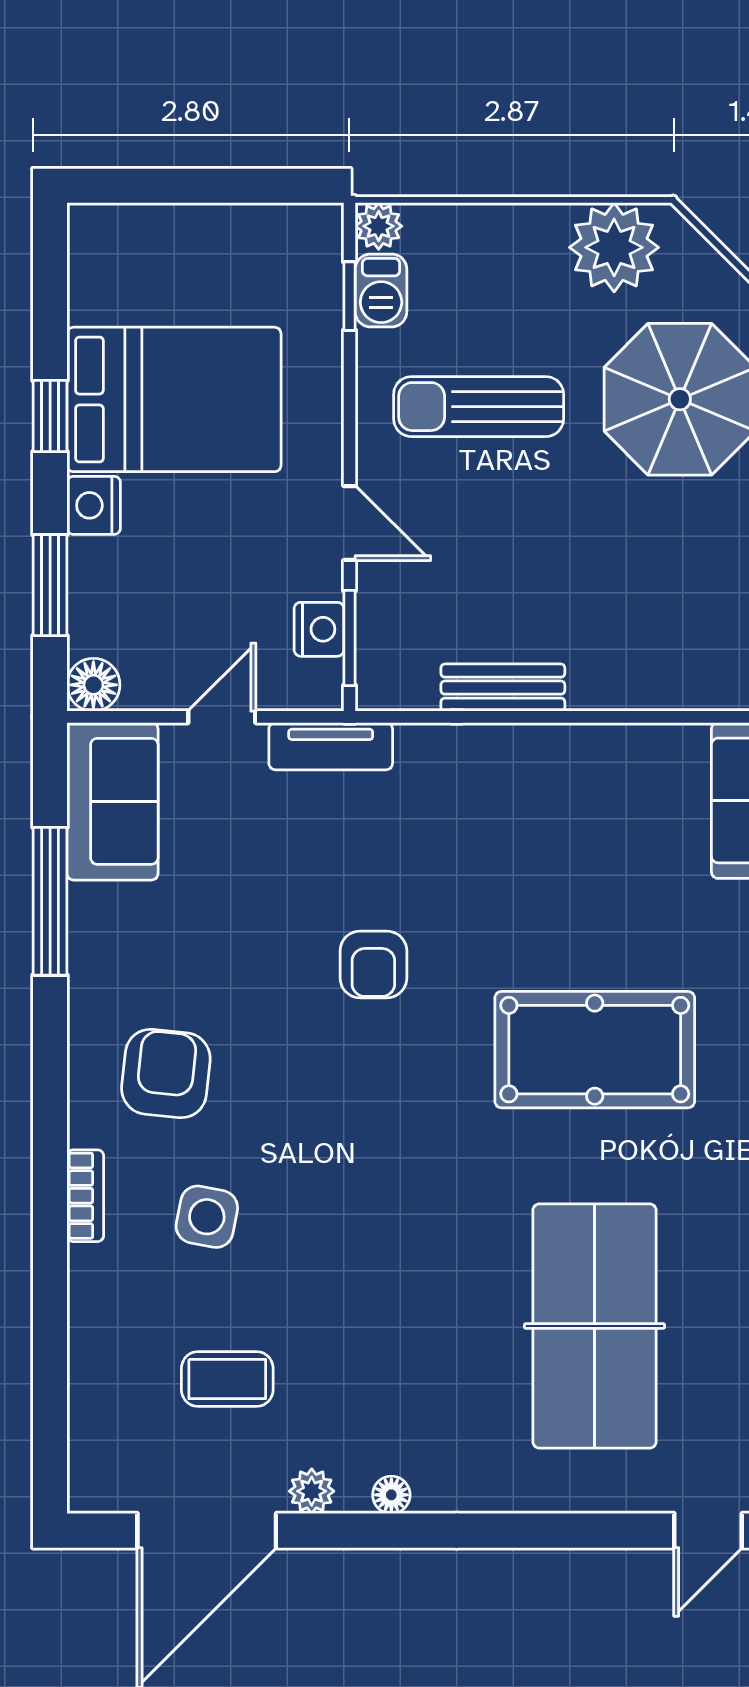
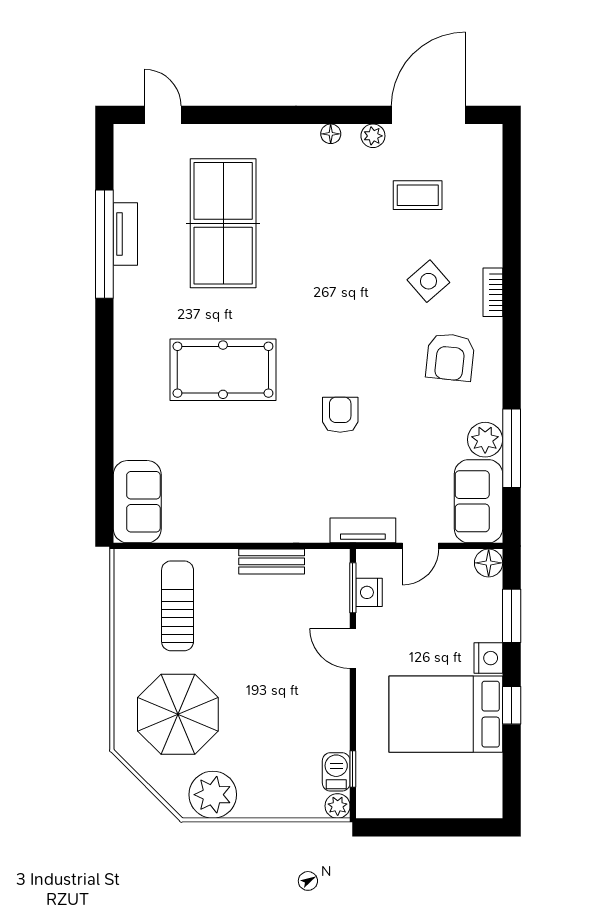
sun lounger: (479, 407) -> (178, 606), moved, turned -90
plant: (100, 918) -> (485, 440), added
side table: (207, 1217) -> (428, 281), turned 38
door: (708, 1531) -> (163, 115), hinge flipped

